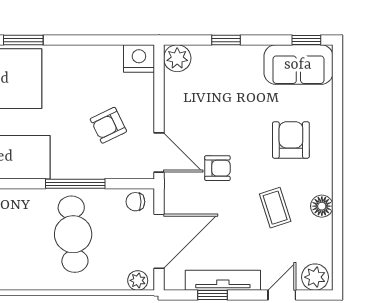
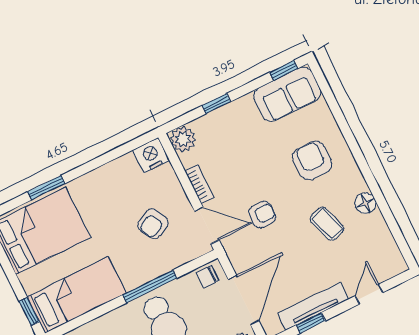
bookcase: (171, 109) -> (199, 184), added
plant: (315, 277) -> (389, 265), removed

